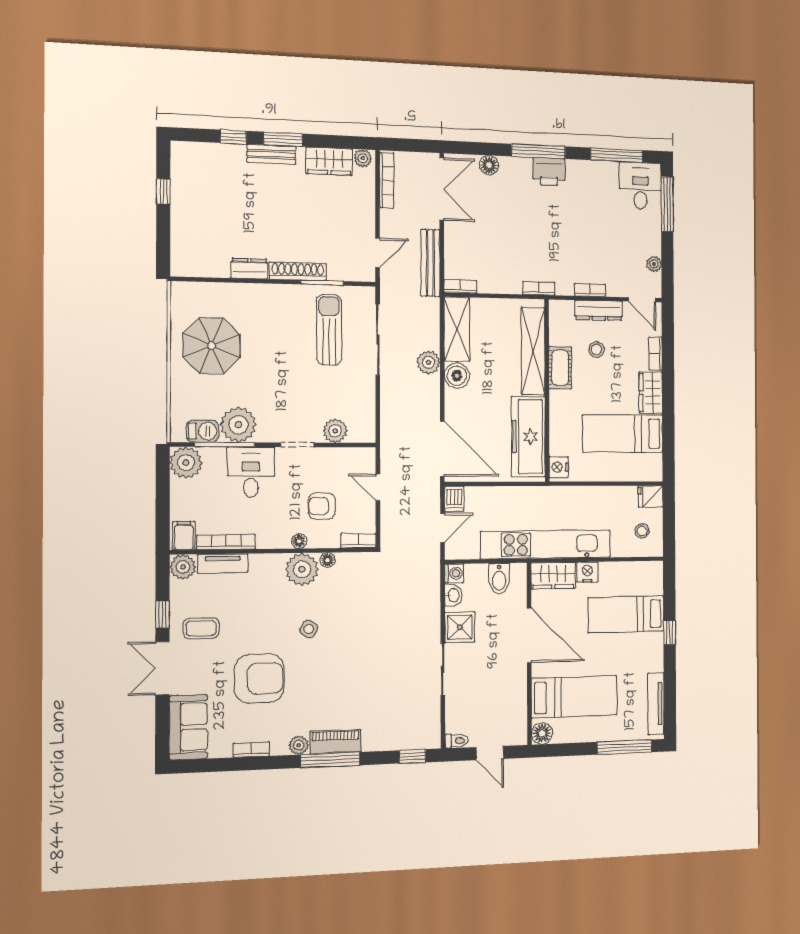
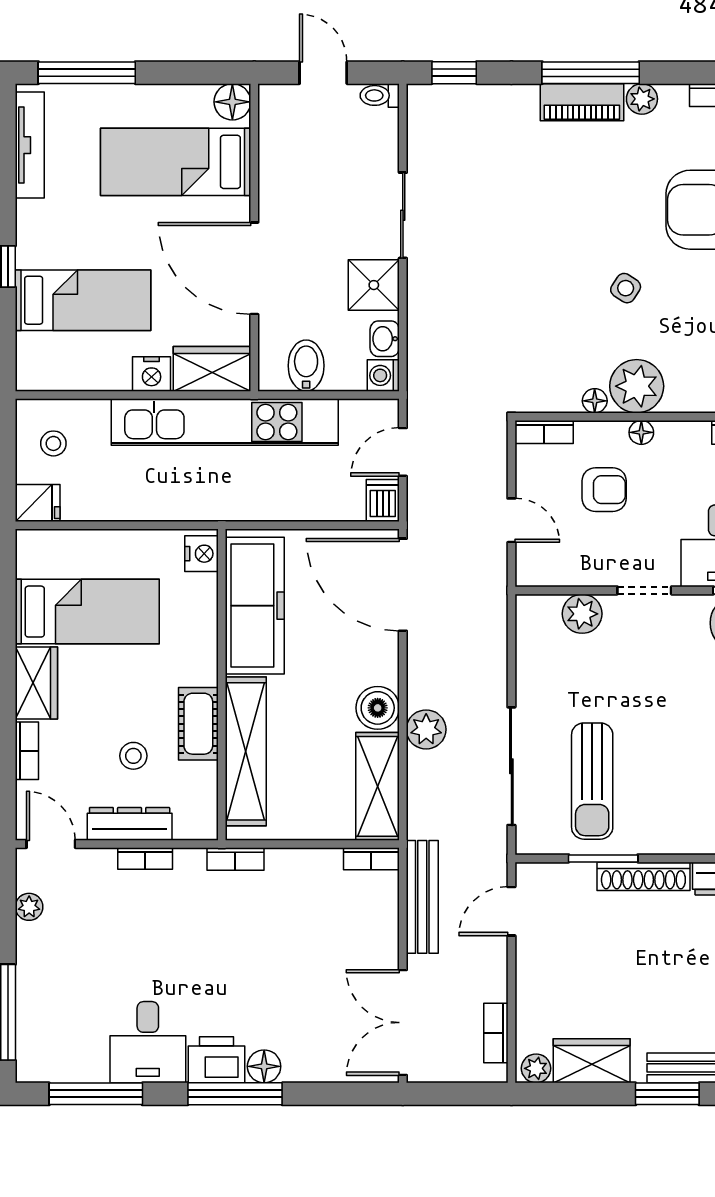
floor lamp: (489, 165) -> (264, 1066), moved
bookcase: (387, 180) -> (496, 1033), width x0.64
desk: (640, 186) -> (148, 1042), moved

